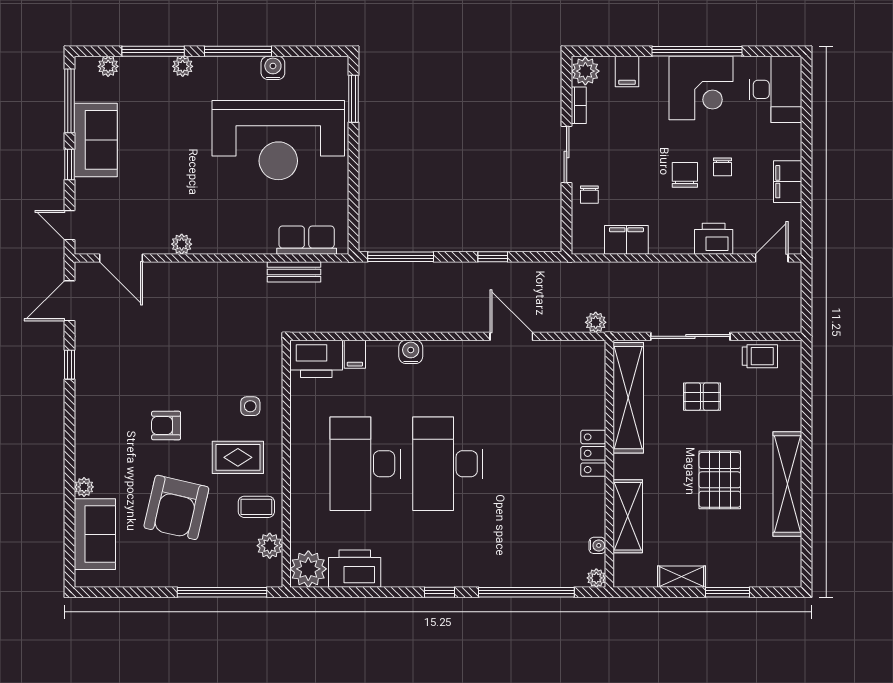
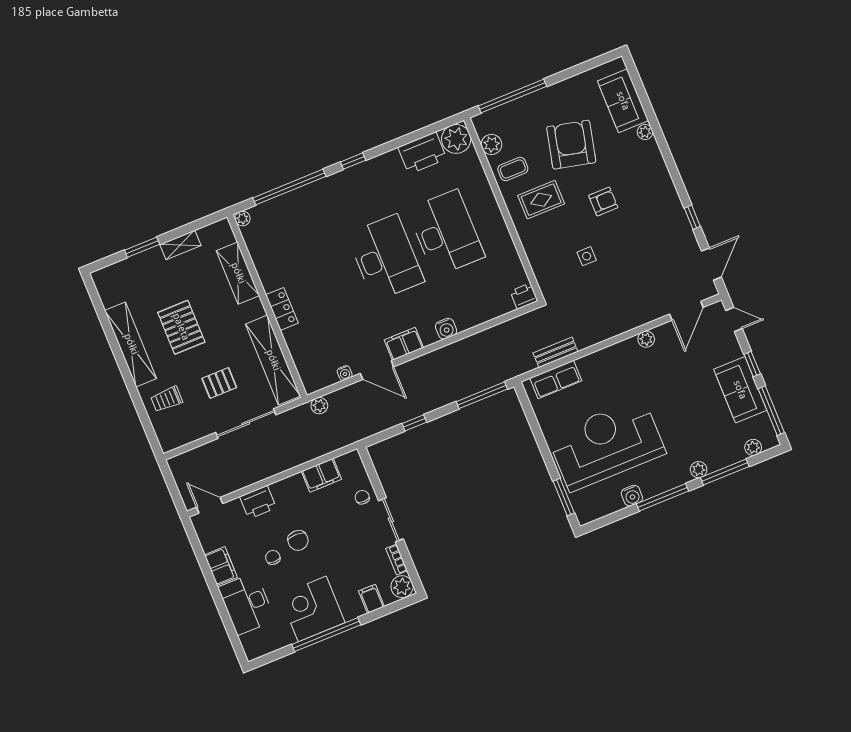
desk: (775, 89) -> (247, 604), moved
door: (121, 258) -> (686, 311), swing flipped
door: (772, 258) -> (210, 505), swing flipped
filing cabinet: (355, 354) -> (404, 344), moved, width x2.00
trolley: (760, 356) -> (167, 399), moved
printer: (316, 359) -> (524, 296), width x0.53, depth x0.68
side table: (250, 406) -> (587, 256), moved
water cooler: (597, 545) -> (345, 373), moved, turned -90

